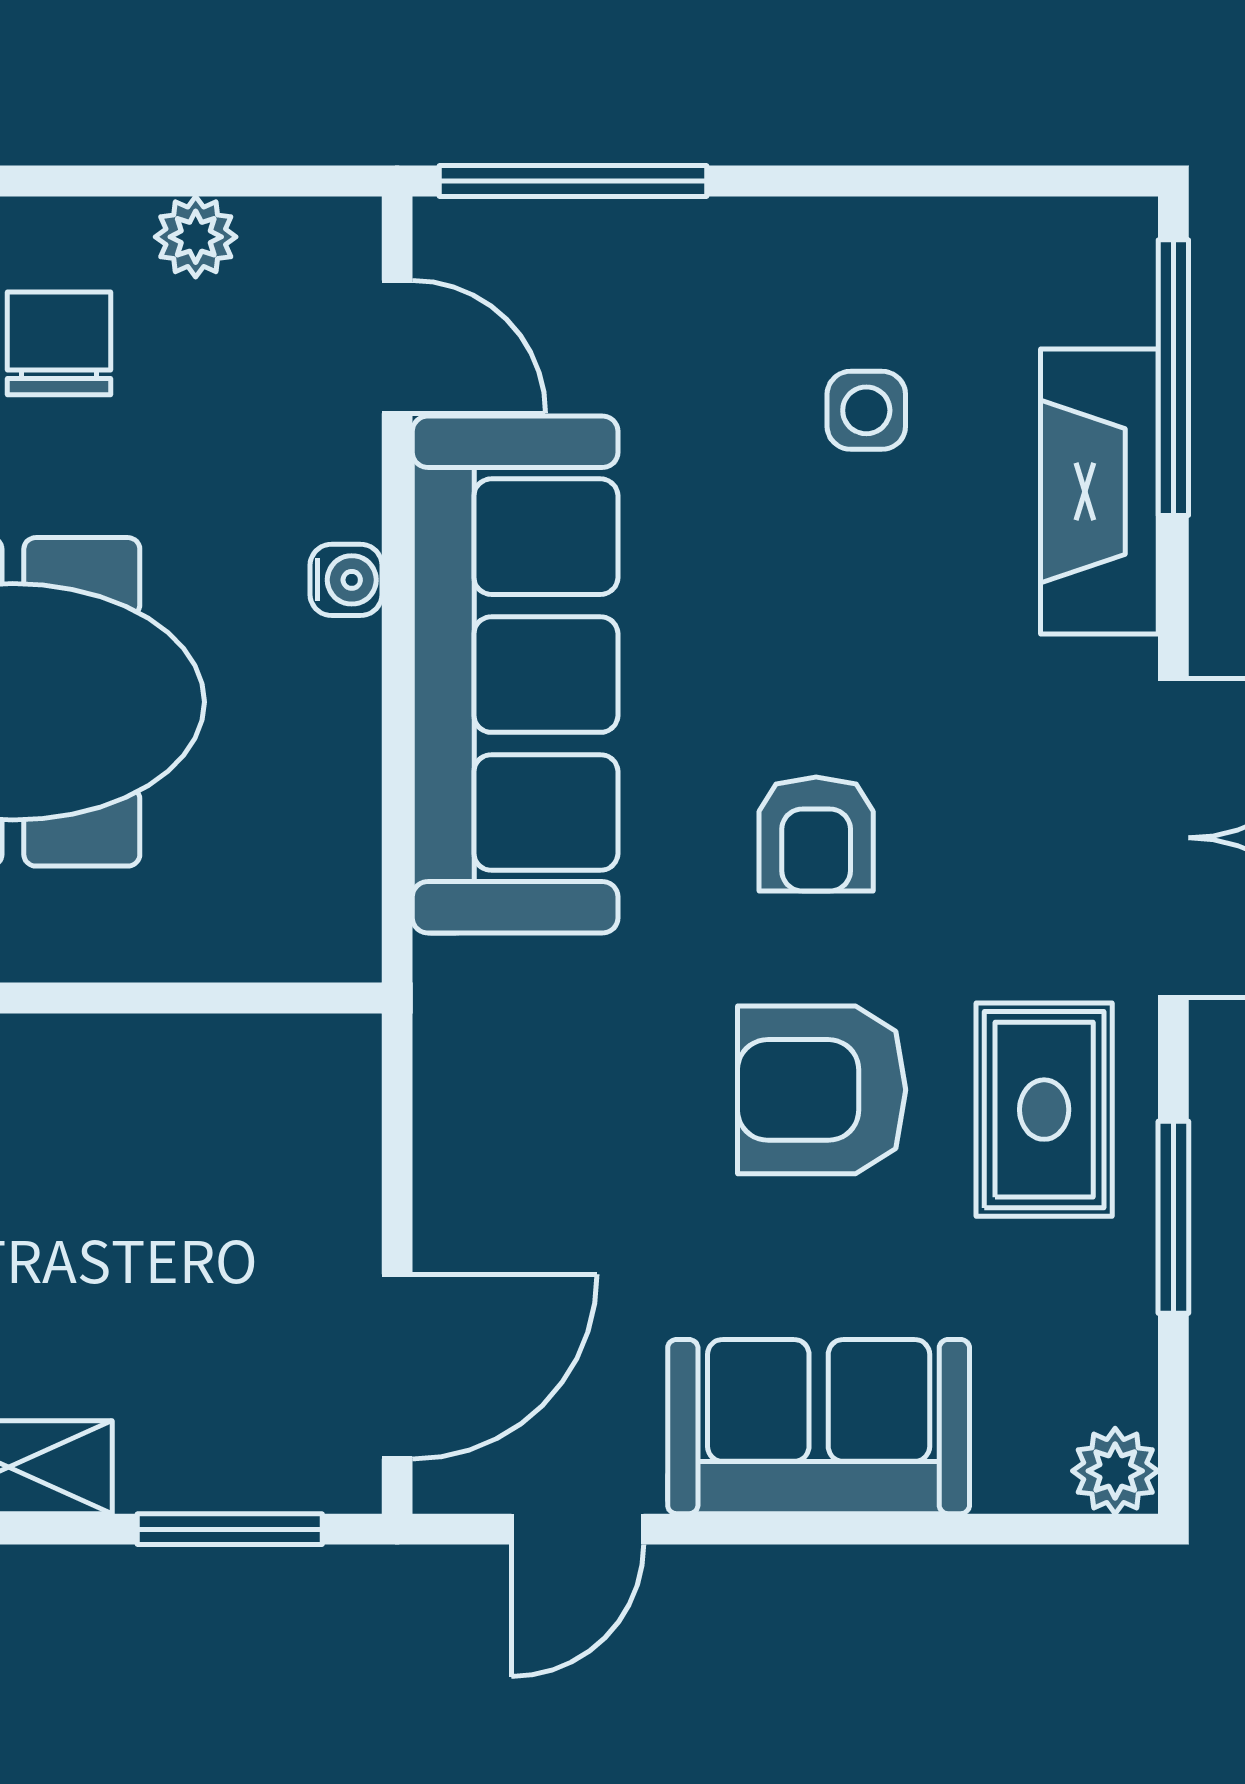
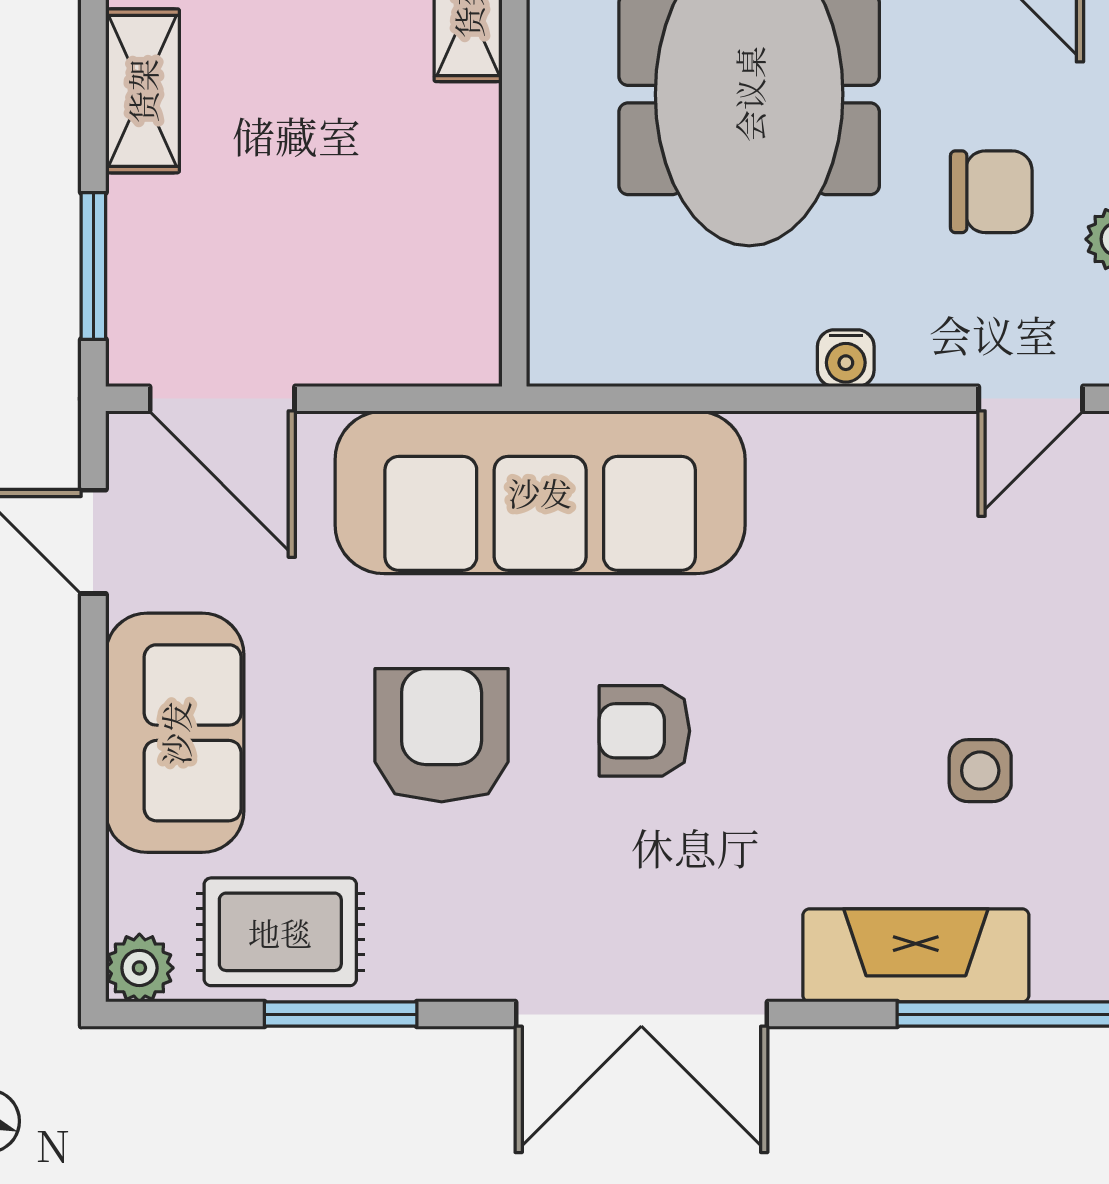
chair: (59, 343) -> (991, 192), moved
sofa: (515, 675) -> (540, 492), moved
rug: (1044, 1110) -> (280, 932), moved

